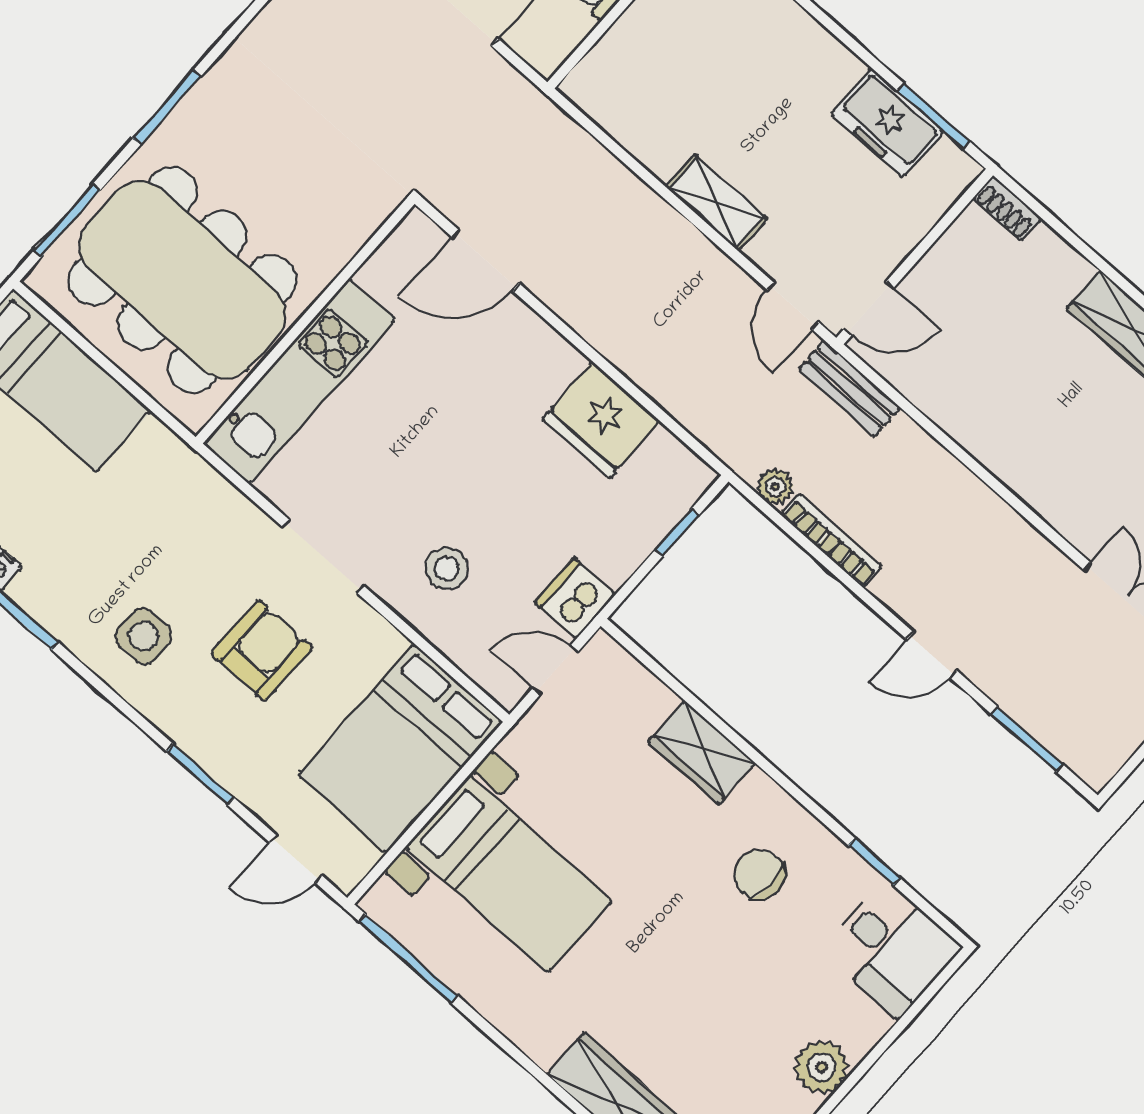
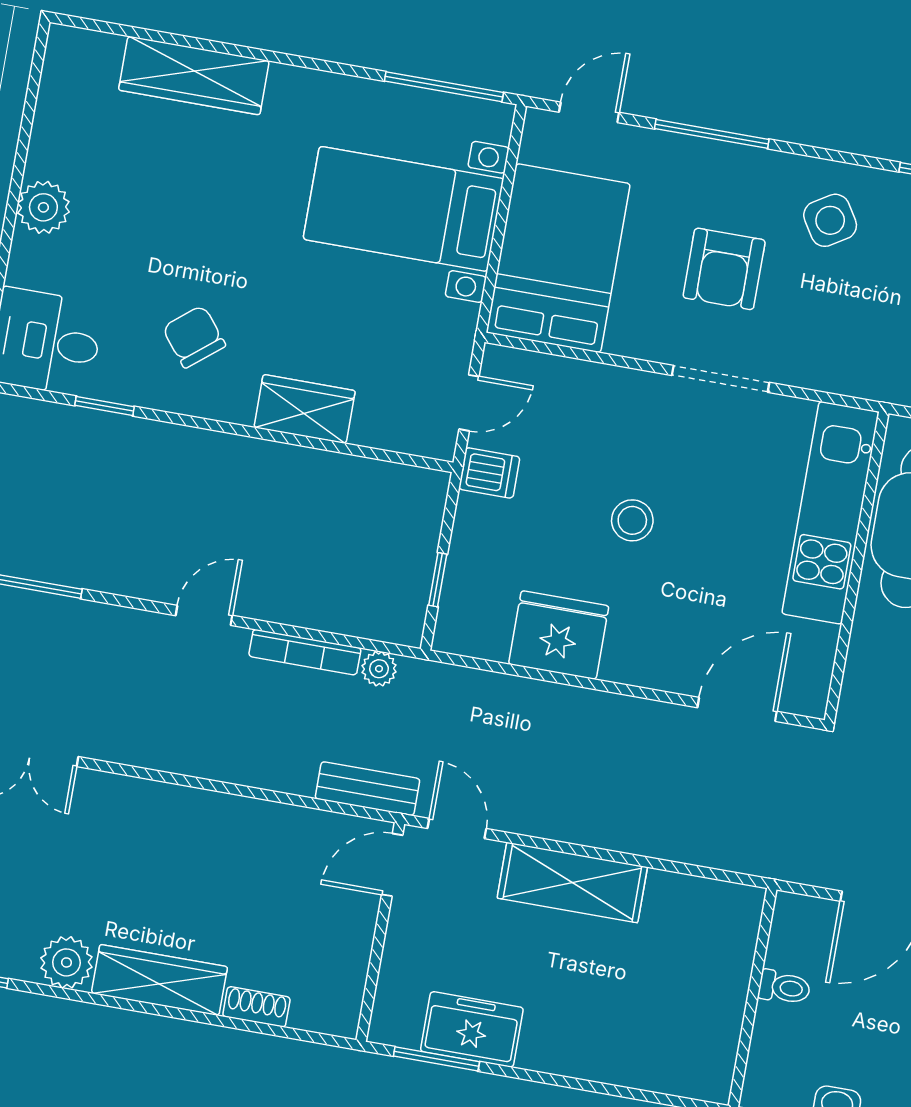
shelving: (716, 203) -> (572, 883), width x1.50, depth x1.33
shoe rack: (1007, 208) -> (256, 1007), moved
stool: (447, 568) -> (632, 520), moved
dishwasher: (575, 598) -> (489, 473), width x0.73
side table: (143, 636) -> (830, 220), turned -32
door: (932, 655) -> (204, 615), moved
window: (200, 775) -> (712, 134), width x1.44
chair: (759, 874) -> (194, 337), turned -129

